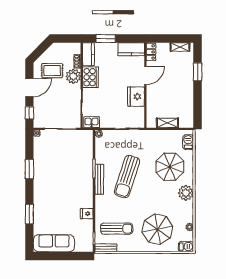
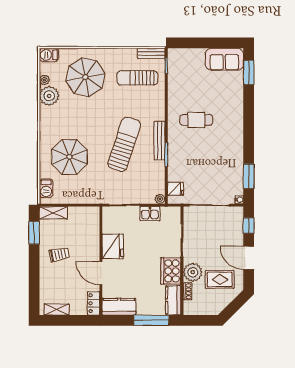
window: (106, 39) -> (151, 320), width x1.44
window: (198, 72) -> (34, 233), moved
door: (145, 75) -> (101, 273), hinge flipped
door: (29, 88) -> (249, 258), hinge flipped
trolley: (178, 90) -> (59, 254), added
kitchen sink: (92, 122) -> (150, 214), moved
shelving: (167, 123) -> (53, 213), moved
window: (29, 169) -> (249, 176), moved
plant: (186, 193) -> (49, 96), moved
cafe table: (70, 196) -> (196, 120), added
window: (29, 214) -> (249, 73), moved
fridge: (87, 214) -> (176, 189), moved
sofa: (54, 243) -> (224, 59), width x0.73

